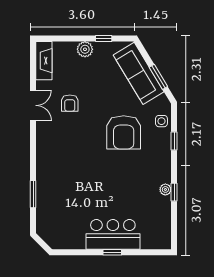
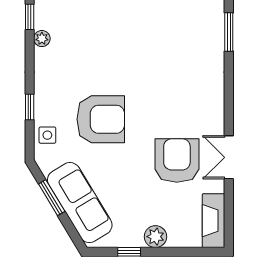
armchair: (70, 103) -> (177, 160), width x1.88, depth x1.88
armchair: (124, 132) -> (101, 119), turned 90
window: (174, 192) -> (30, 17), moved

